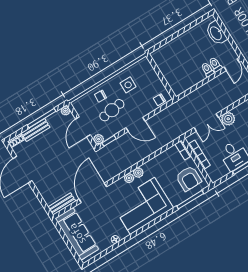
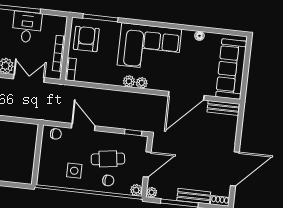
door: (135, 124) -> (83, 127), moved
plant: (99, 139) -> (136, 190), moved

